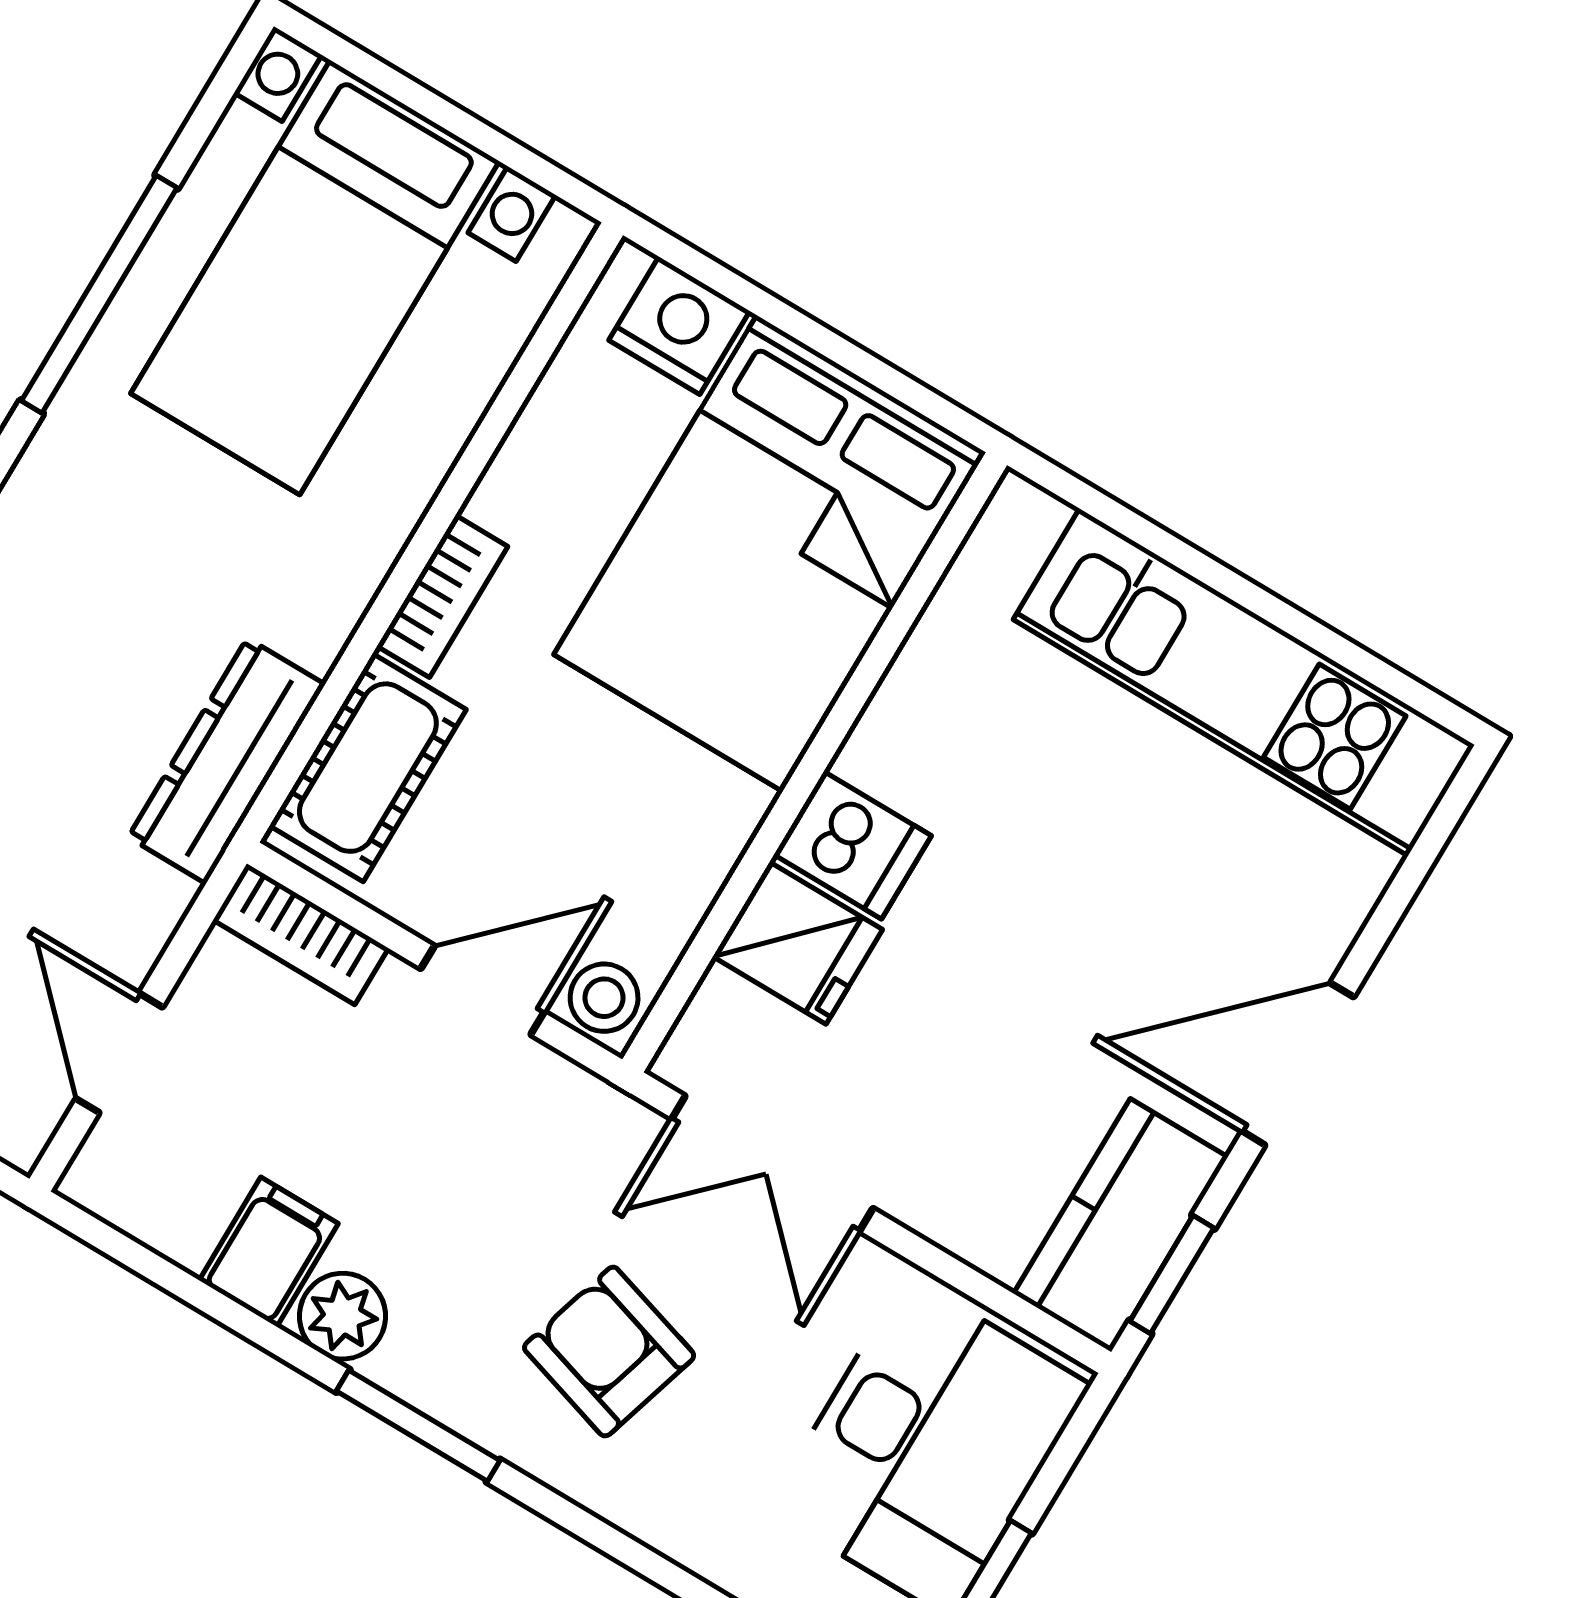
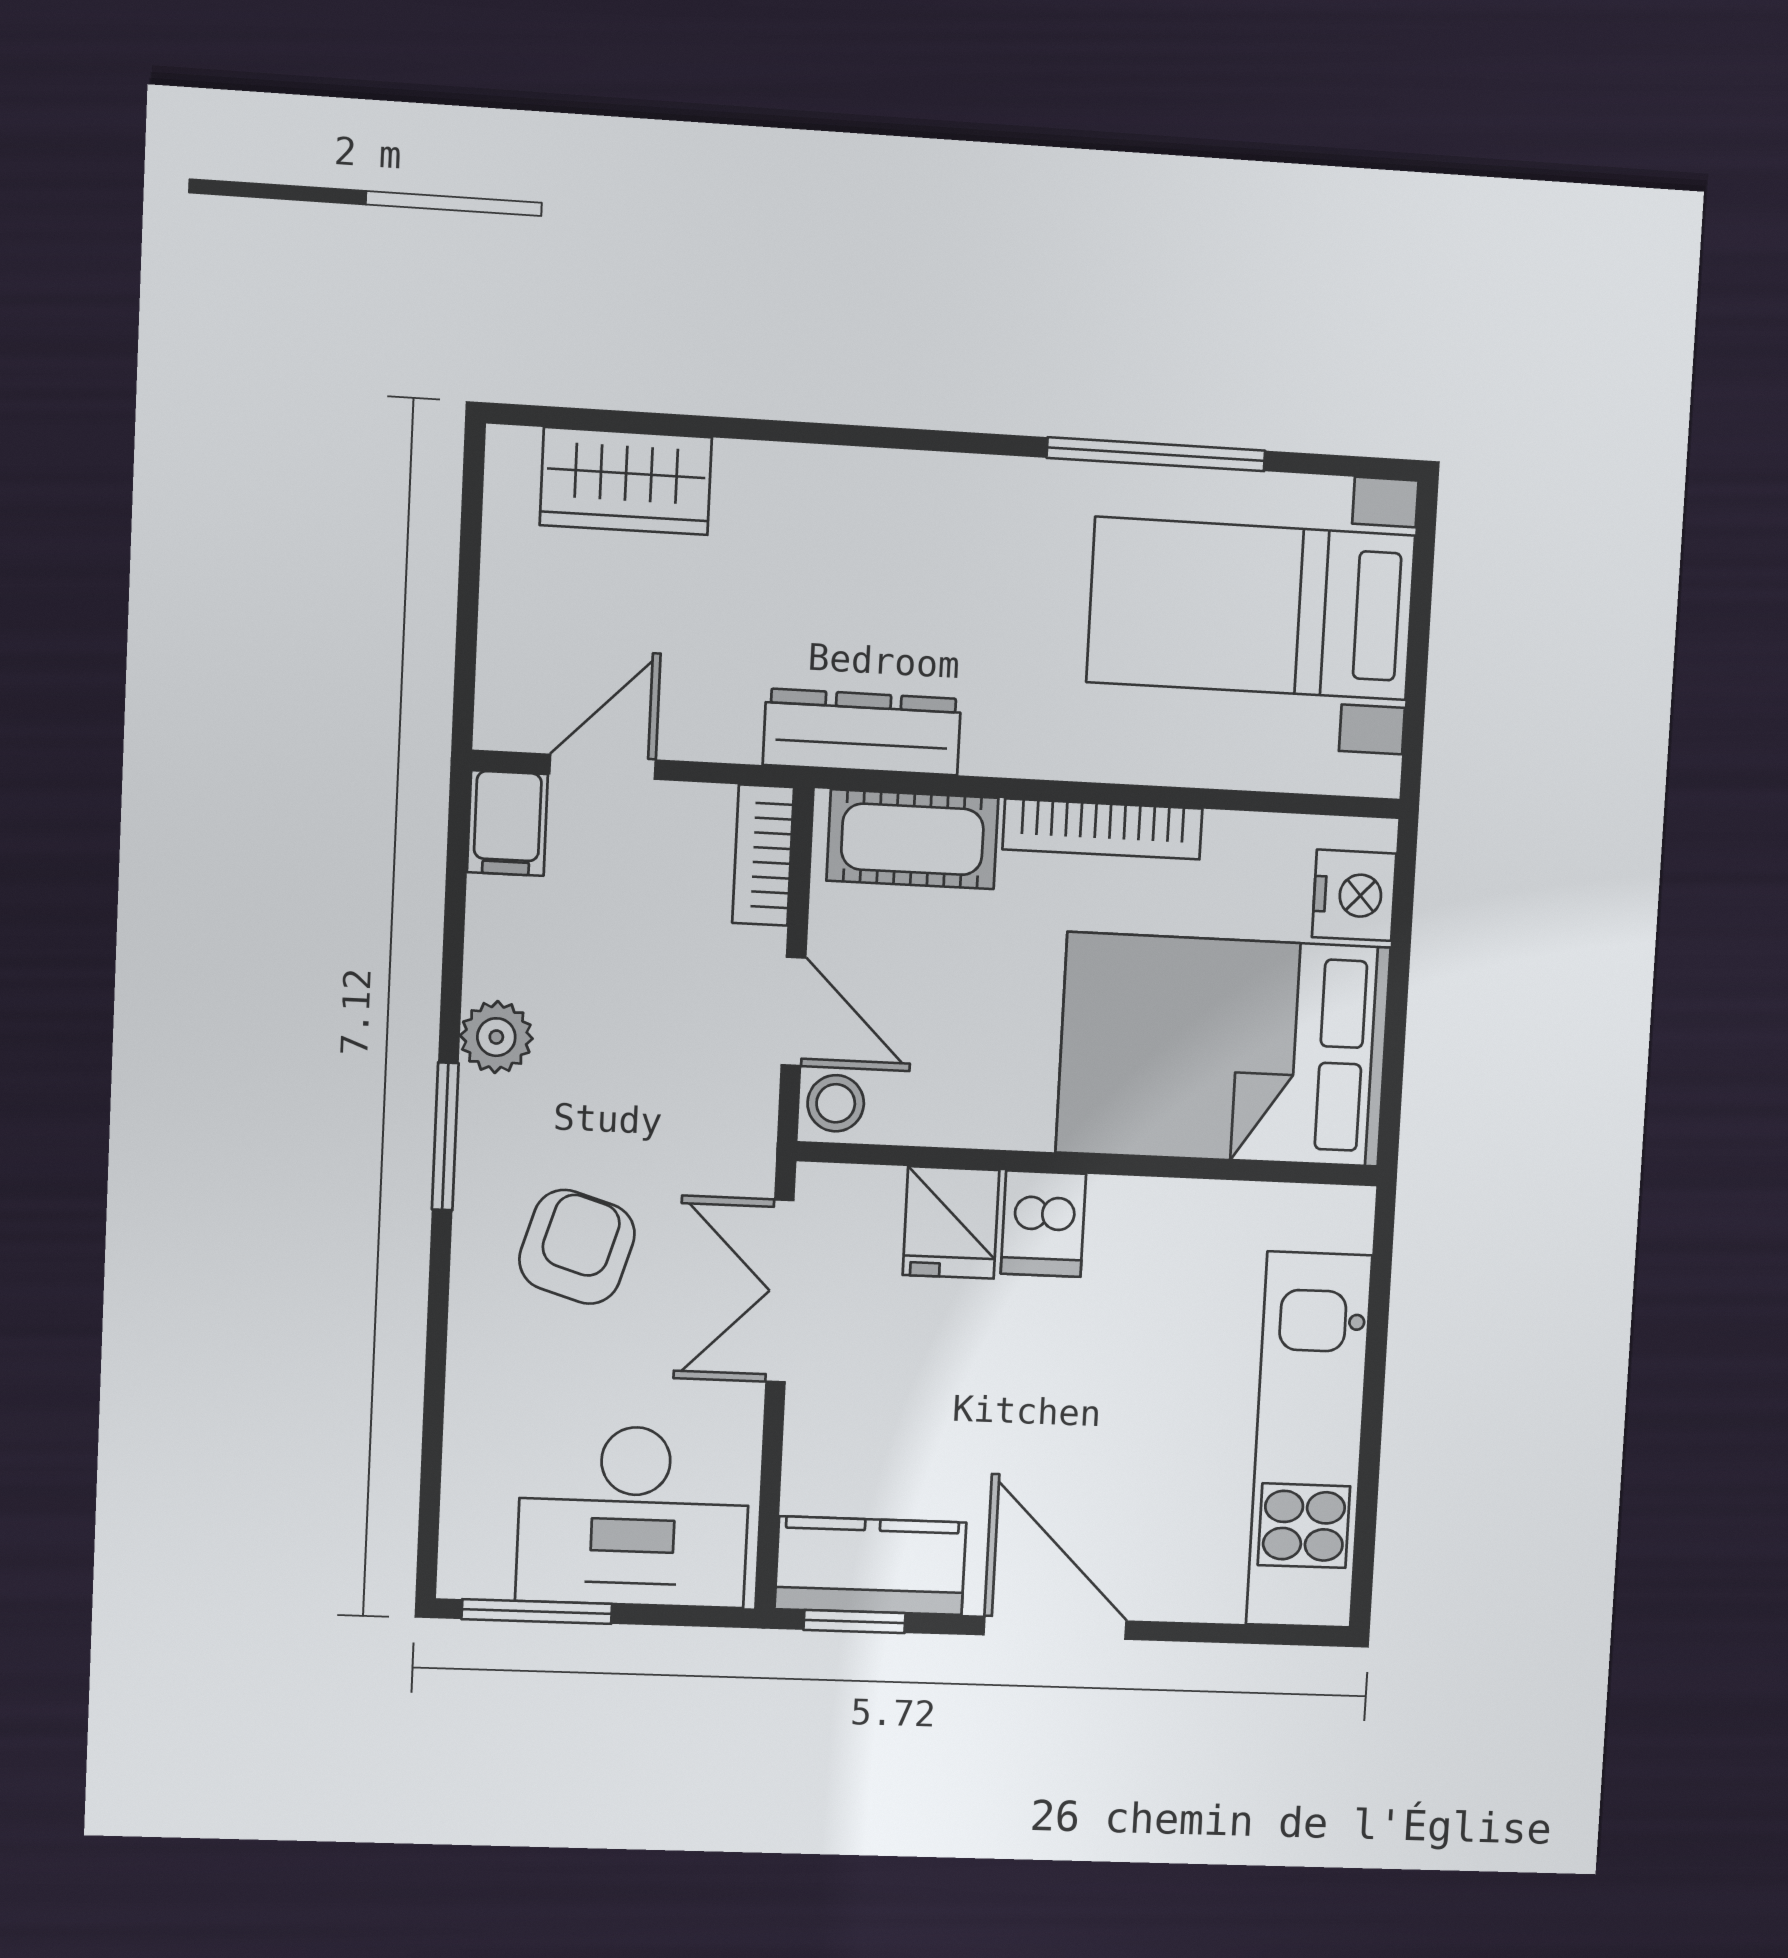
bookcase: (442, 596) -> (1103, 829), width x1.56
filing cabinet: (269, 1252) -> (507, 823), moved, turned 90

